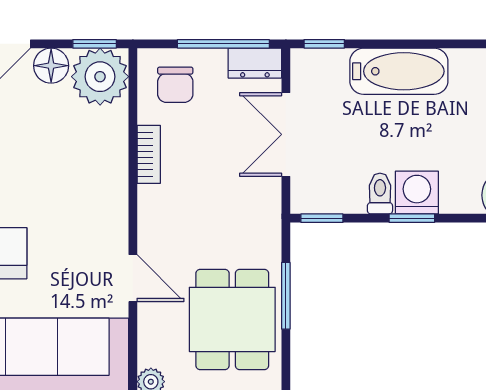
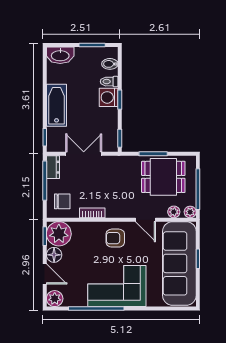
double door: (286, 134) -> (84, 154), swing flipped
toilet: (380, 194) -> (109, 82), moved
armchair: (90, 208) -> (115, 238), added
door: (133, 278) -> (146, 220), swing flipped
plant: (151, 344) -> (174, 212), added

